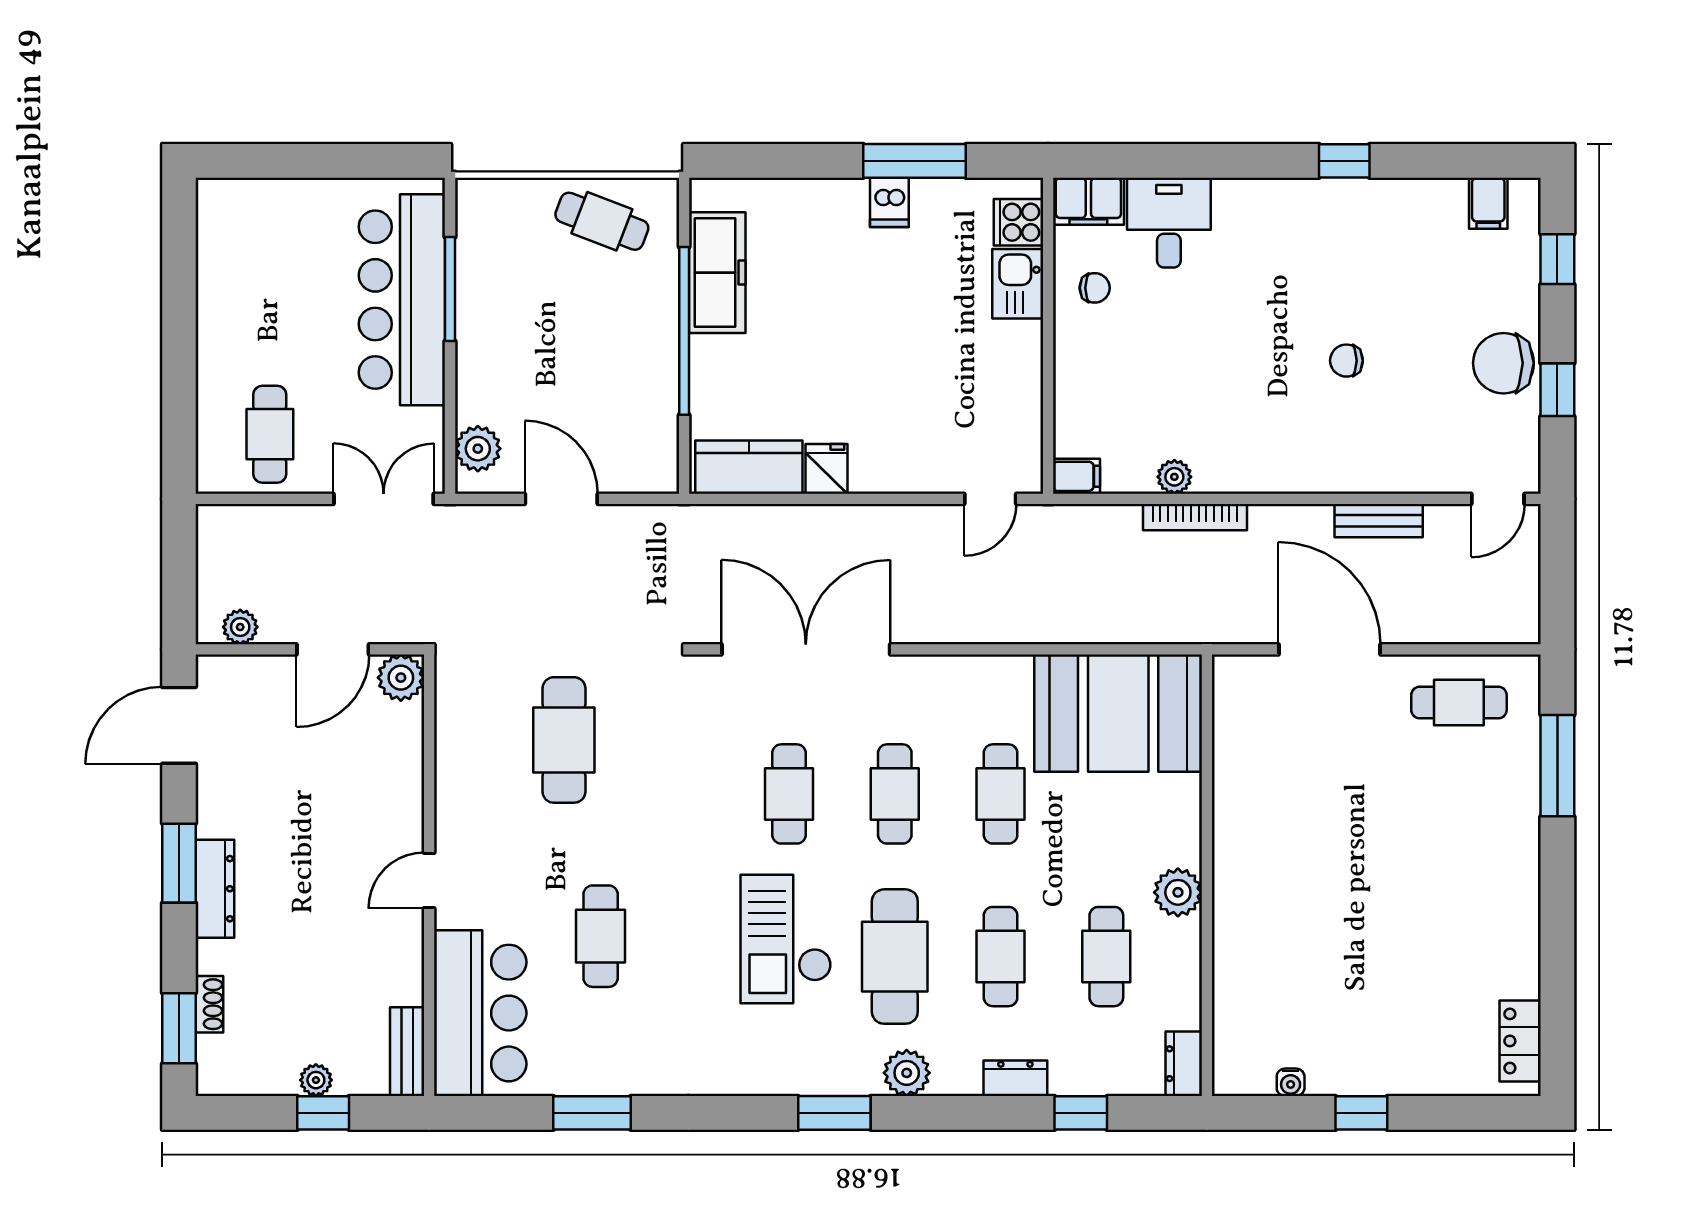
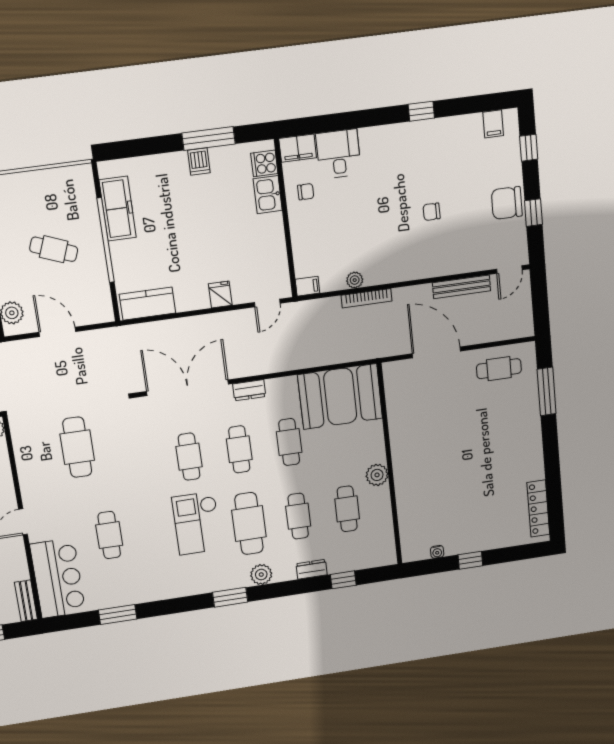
cafe table: (602, 221) -> (54, 249), moved
fridge: (827, 469) -> (220, 295), moved
bench: (1379, 521) -> (462, 287), width x1.36
locker: (1520, 1041) -> (538, 508), width x1.53
dresser: (1184, 1064) -> (249, 390), moved, turned -90

